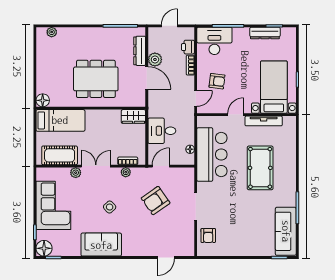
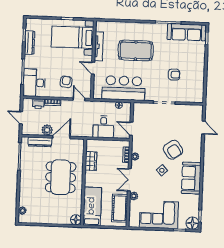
wardrobe: (133, 116) -> (91, 161), moved
armchair: (156, 201) -> (173, 150), moved
armchair: (208, 236) -> (174, 75), moved

